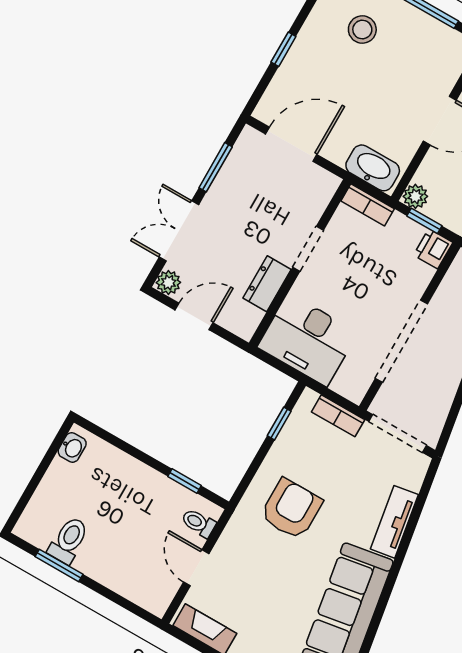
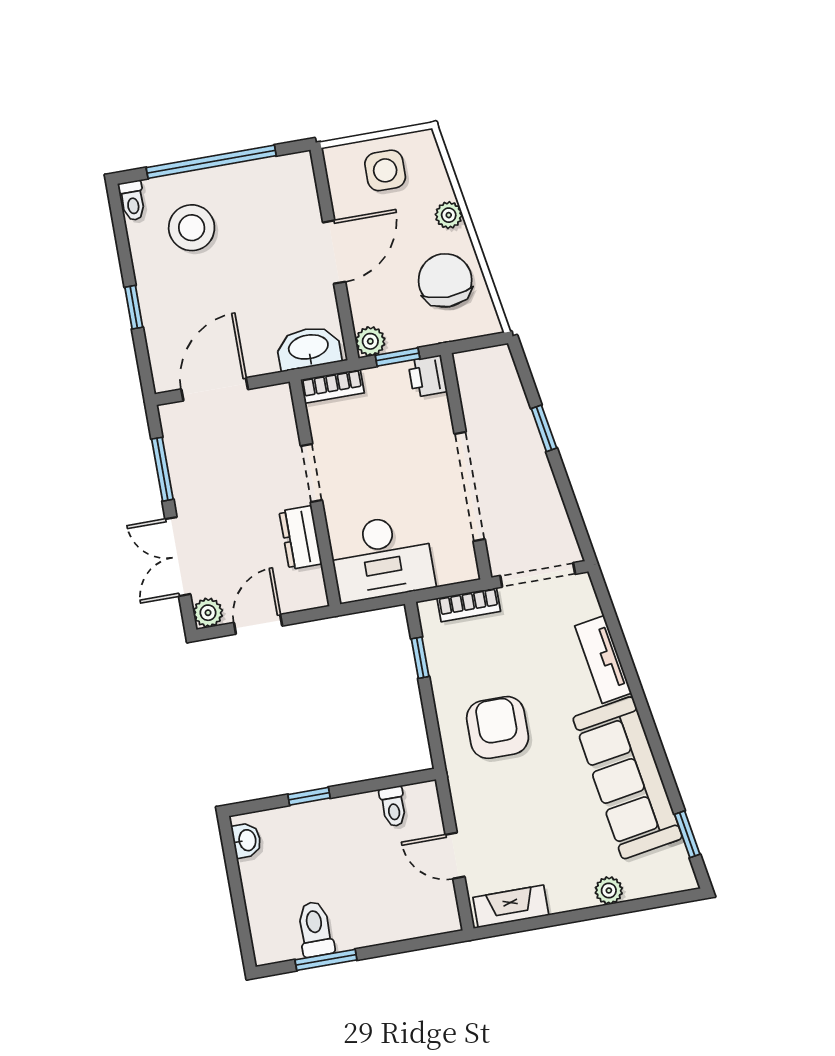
stool: (362, 30) -> (192, 228), width x1.38, depth x1.38
window: (185, 481) -> (309, 796), moved
toilet: (198, 523) -> (393, 807), moved, turned -90

